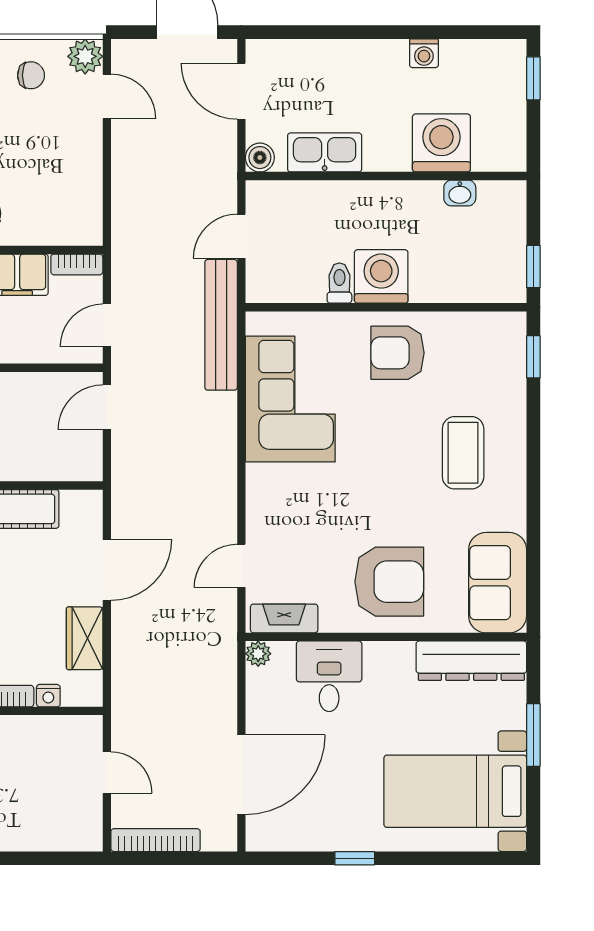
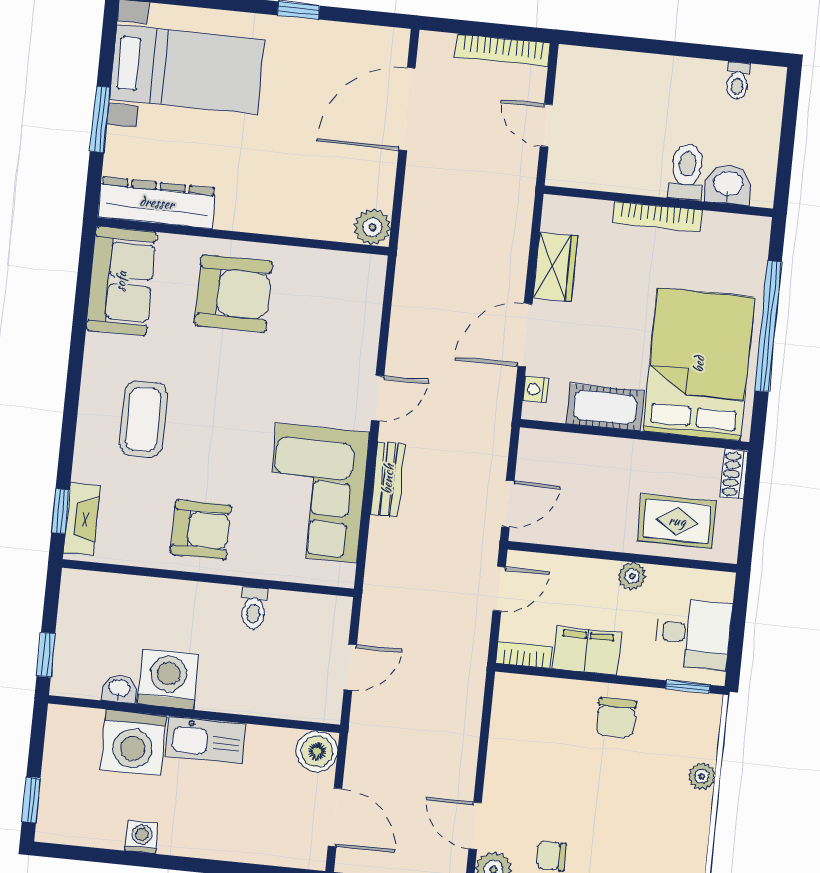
kitchen sink: (325, 152) -> (205, 740), moved
boiler: (260, 158) -> (317, 751), width x1.36, depth x1.36
window: (533, 267) -> (46, 655), moved
washing machine: (381, 276) -> (168, 679), moved, turned 180
bench: (221, 325) -> (388, 479), moved, width x0.54, depth x0.82
door: (241, 566) -> (378, 398), moved
armchair: (389, 582) -> (234, 293), turned 180
fireplace: (284, 618) -> (82, 519), moved, turned -90
plant: (258, 654) -> (372, 227), width x1.38, depth x1.38
desk: (329, 676) -> (306, 202), removed
nightstand: (48, 696) -> (535, 390), moved, turned -90

